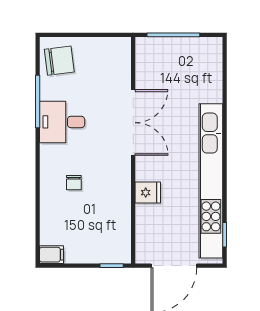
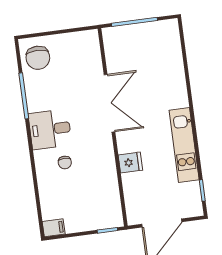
chair: (59, 61) -> (38, 58), turned 97
desk: (62, 122) -> (50, 129), moved
kitchen unit: (211, 181) -> (184, 145), width x0.54

